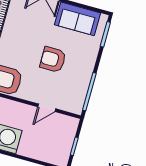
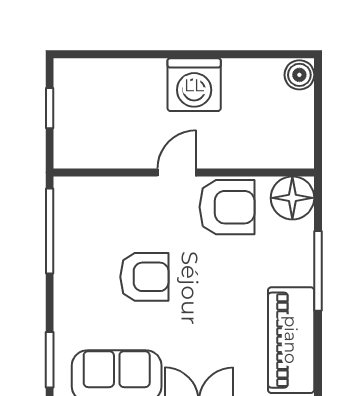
door: (47, 108) -> (177, 172), moved

